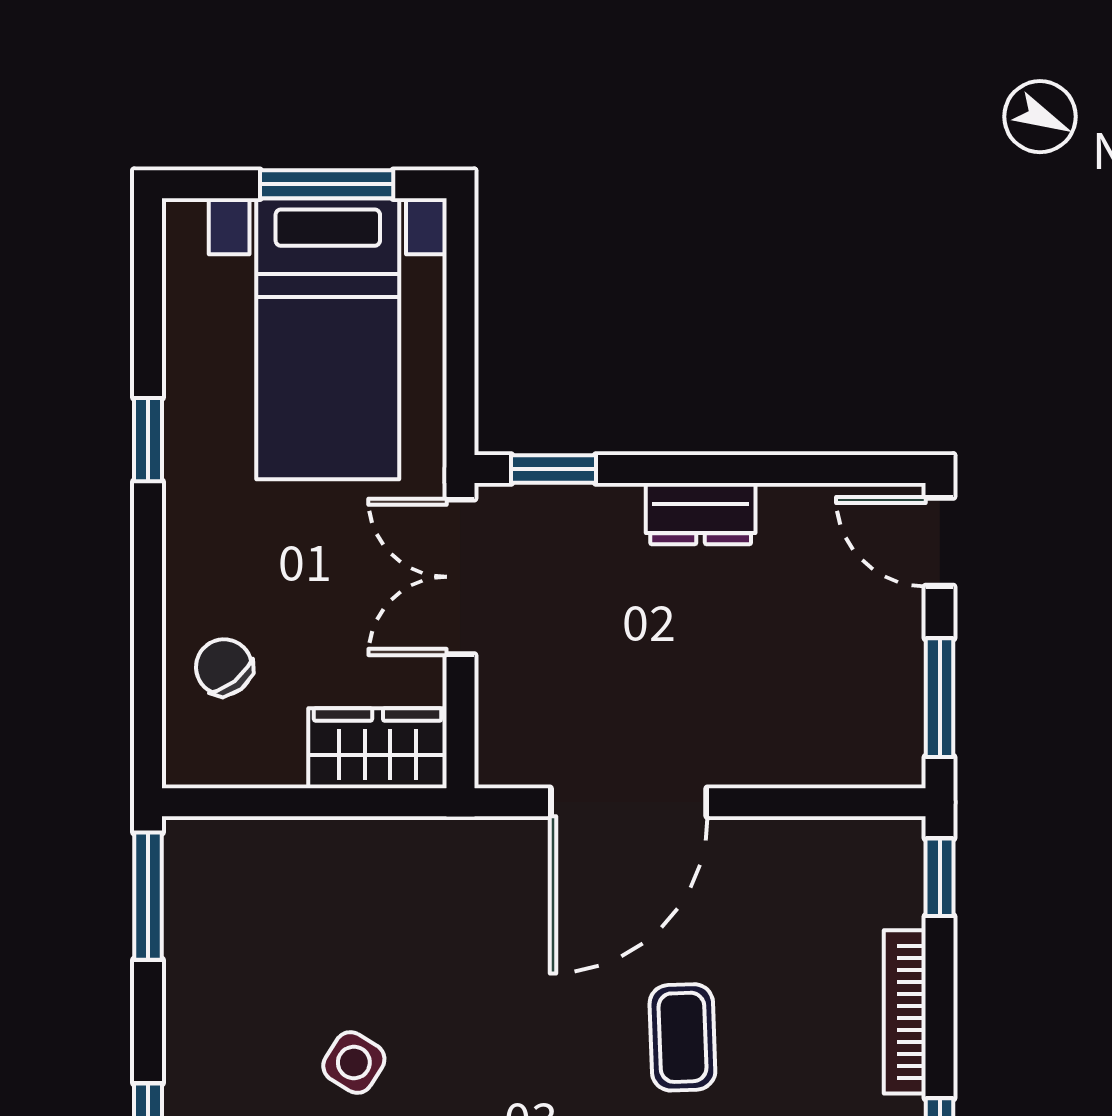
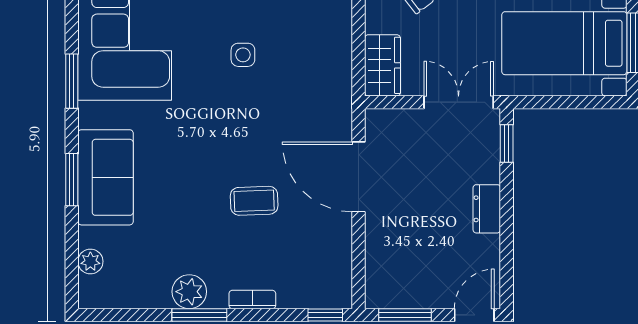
bookcase: (905, 1012) -> (252, 299), width x0.64
side table: (354, 1062) -> (243, 55), turned -32

